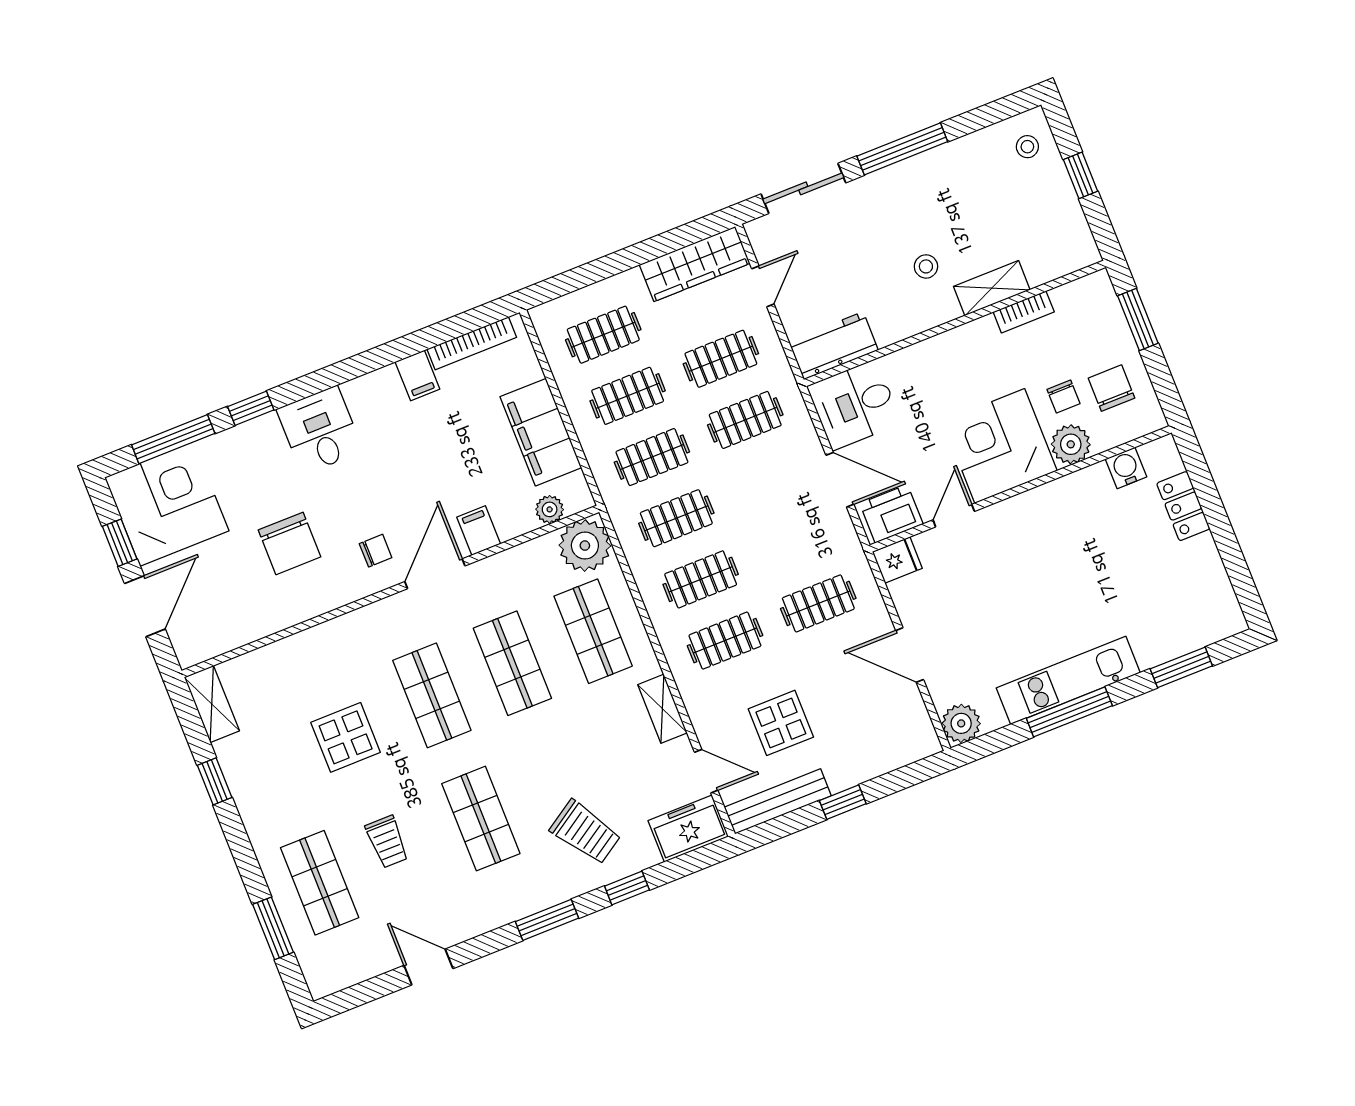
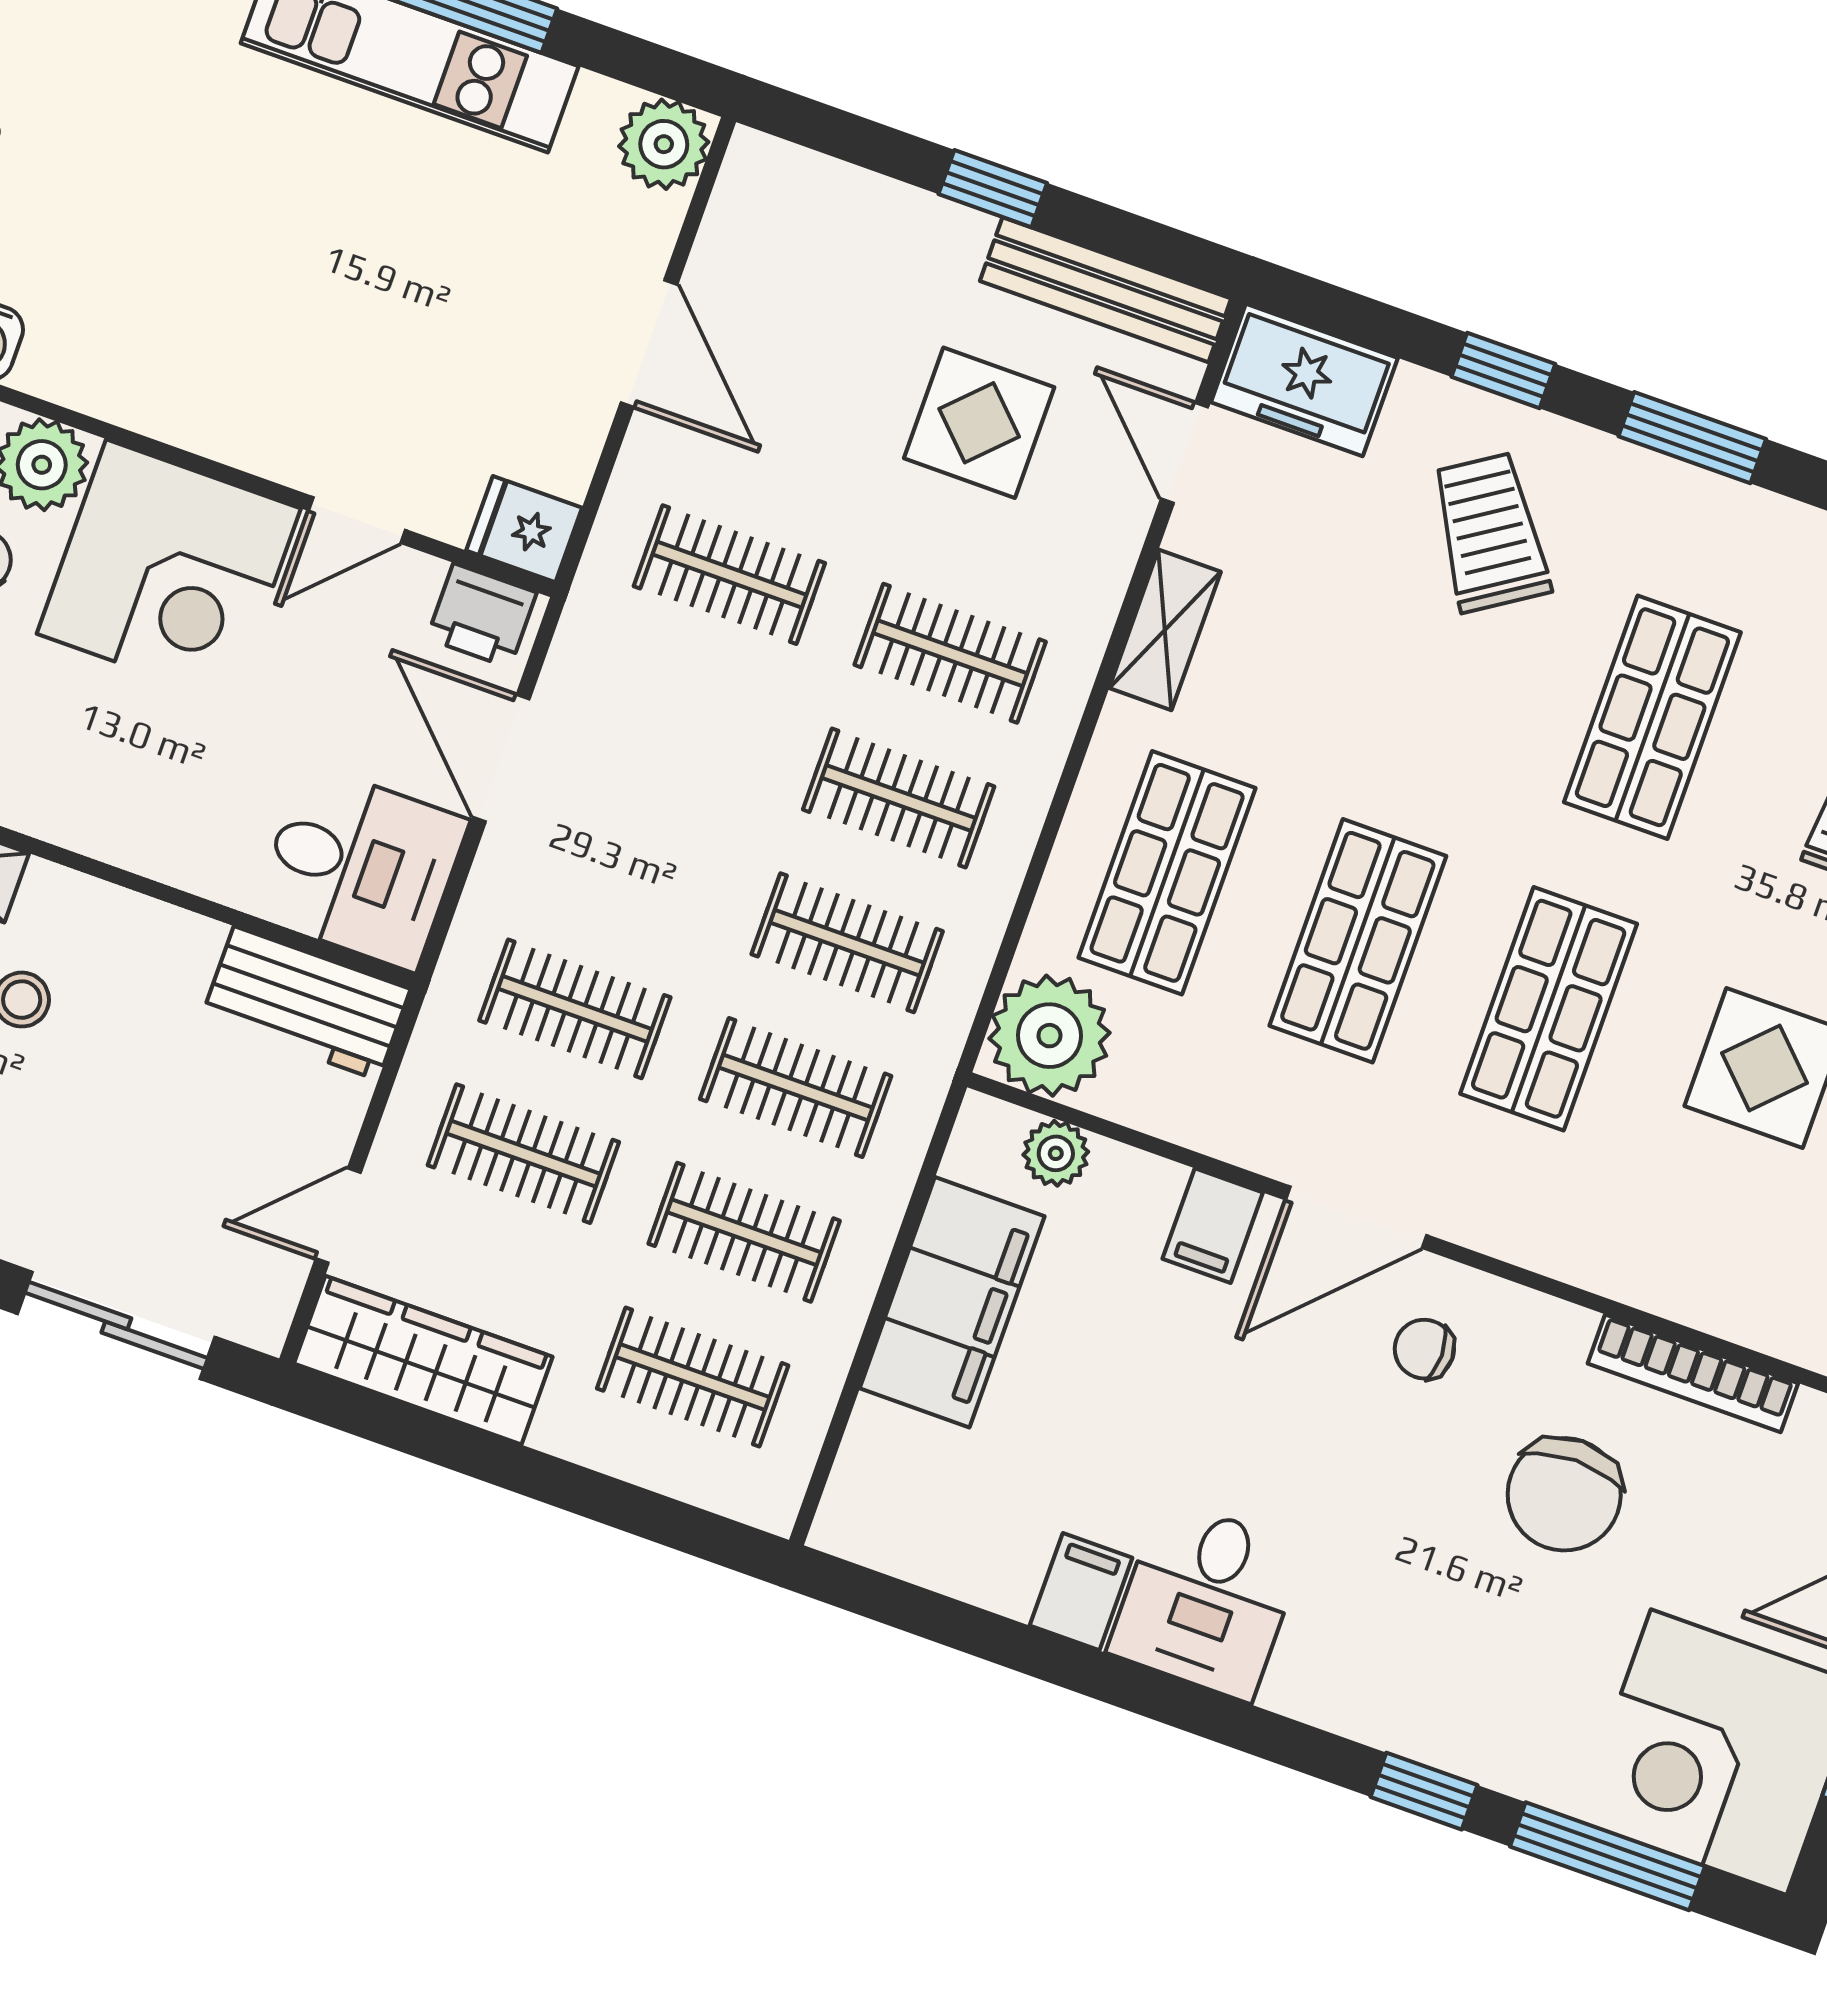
bookcase: (472, 343) -> (1693, 1373), moved, turned 180
desk: (320, 430) -> (1206, 1600), moved
printer: (891, 514) -> (482, 616), width x0.73, depth x0.81
chair: (289, 543) -> (1564, 1494), turned 180

